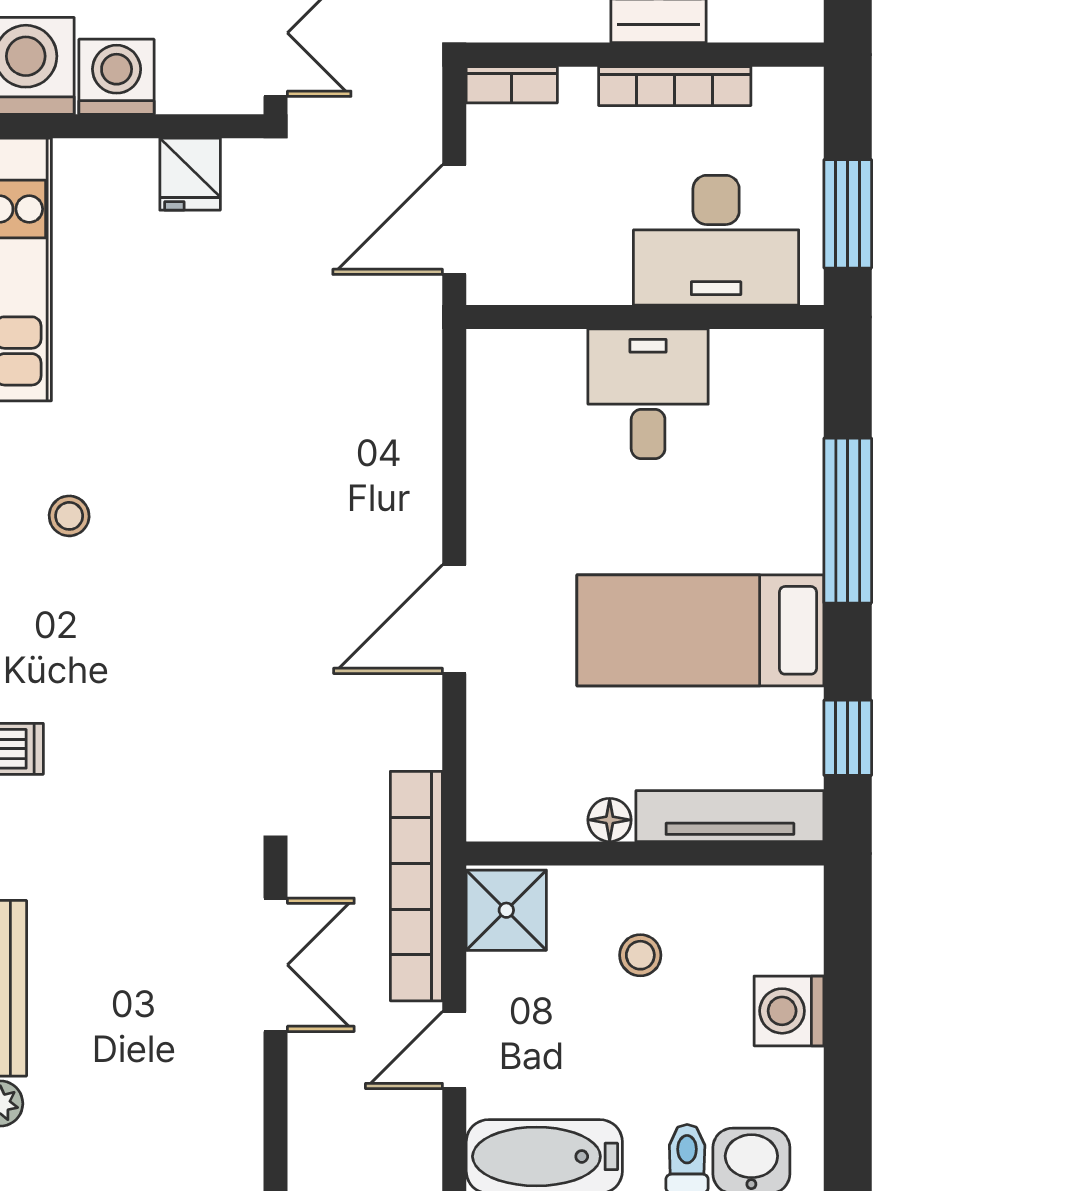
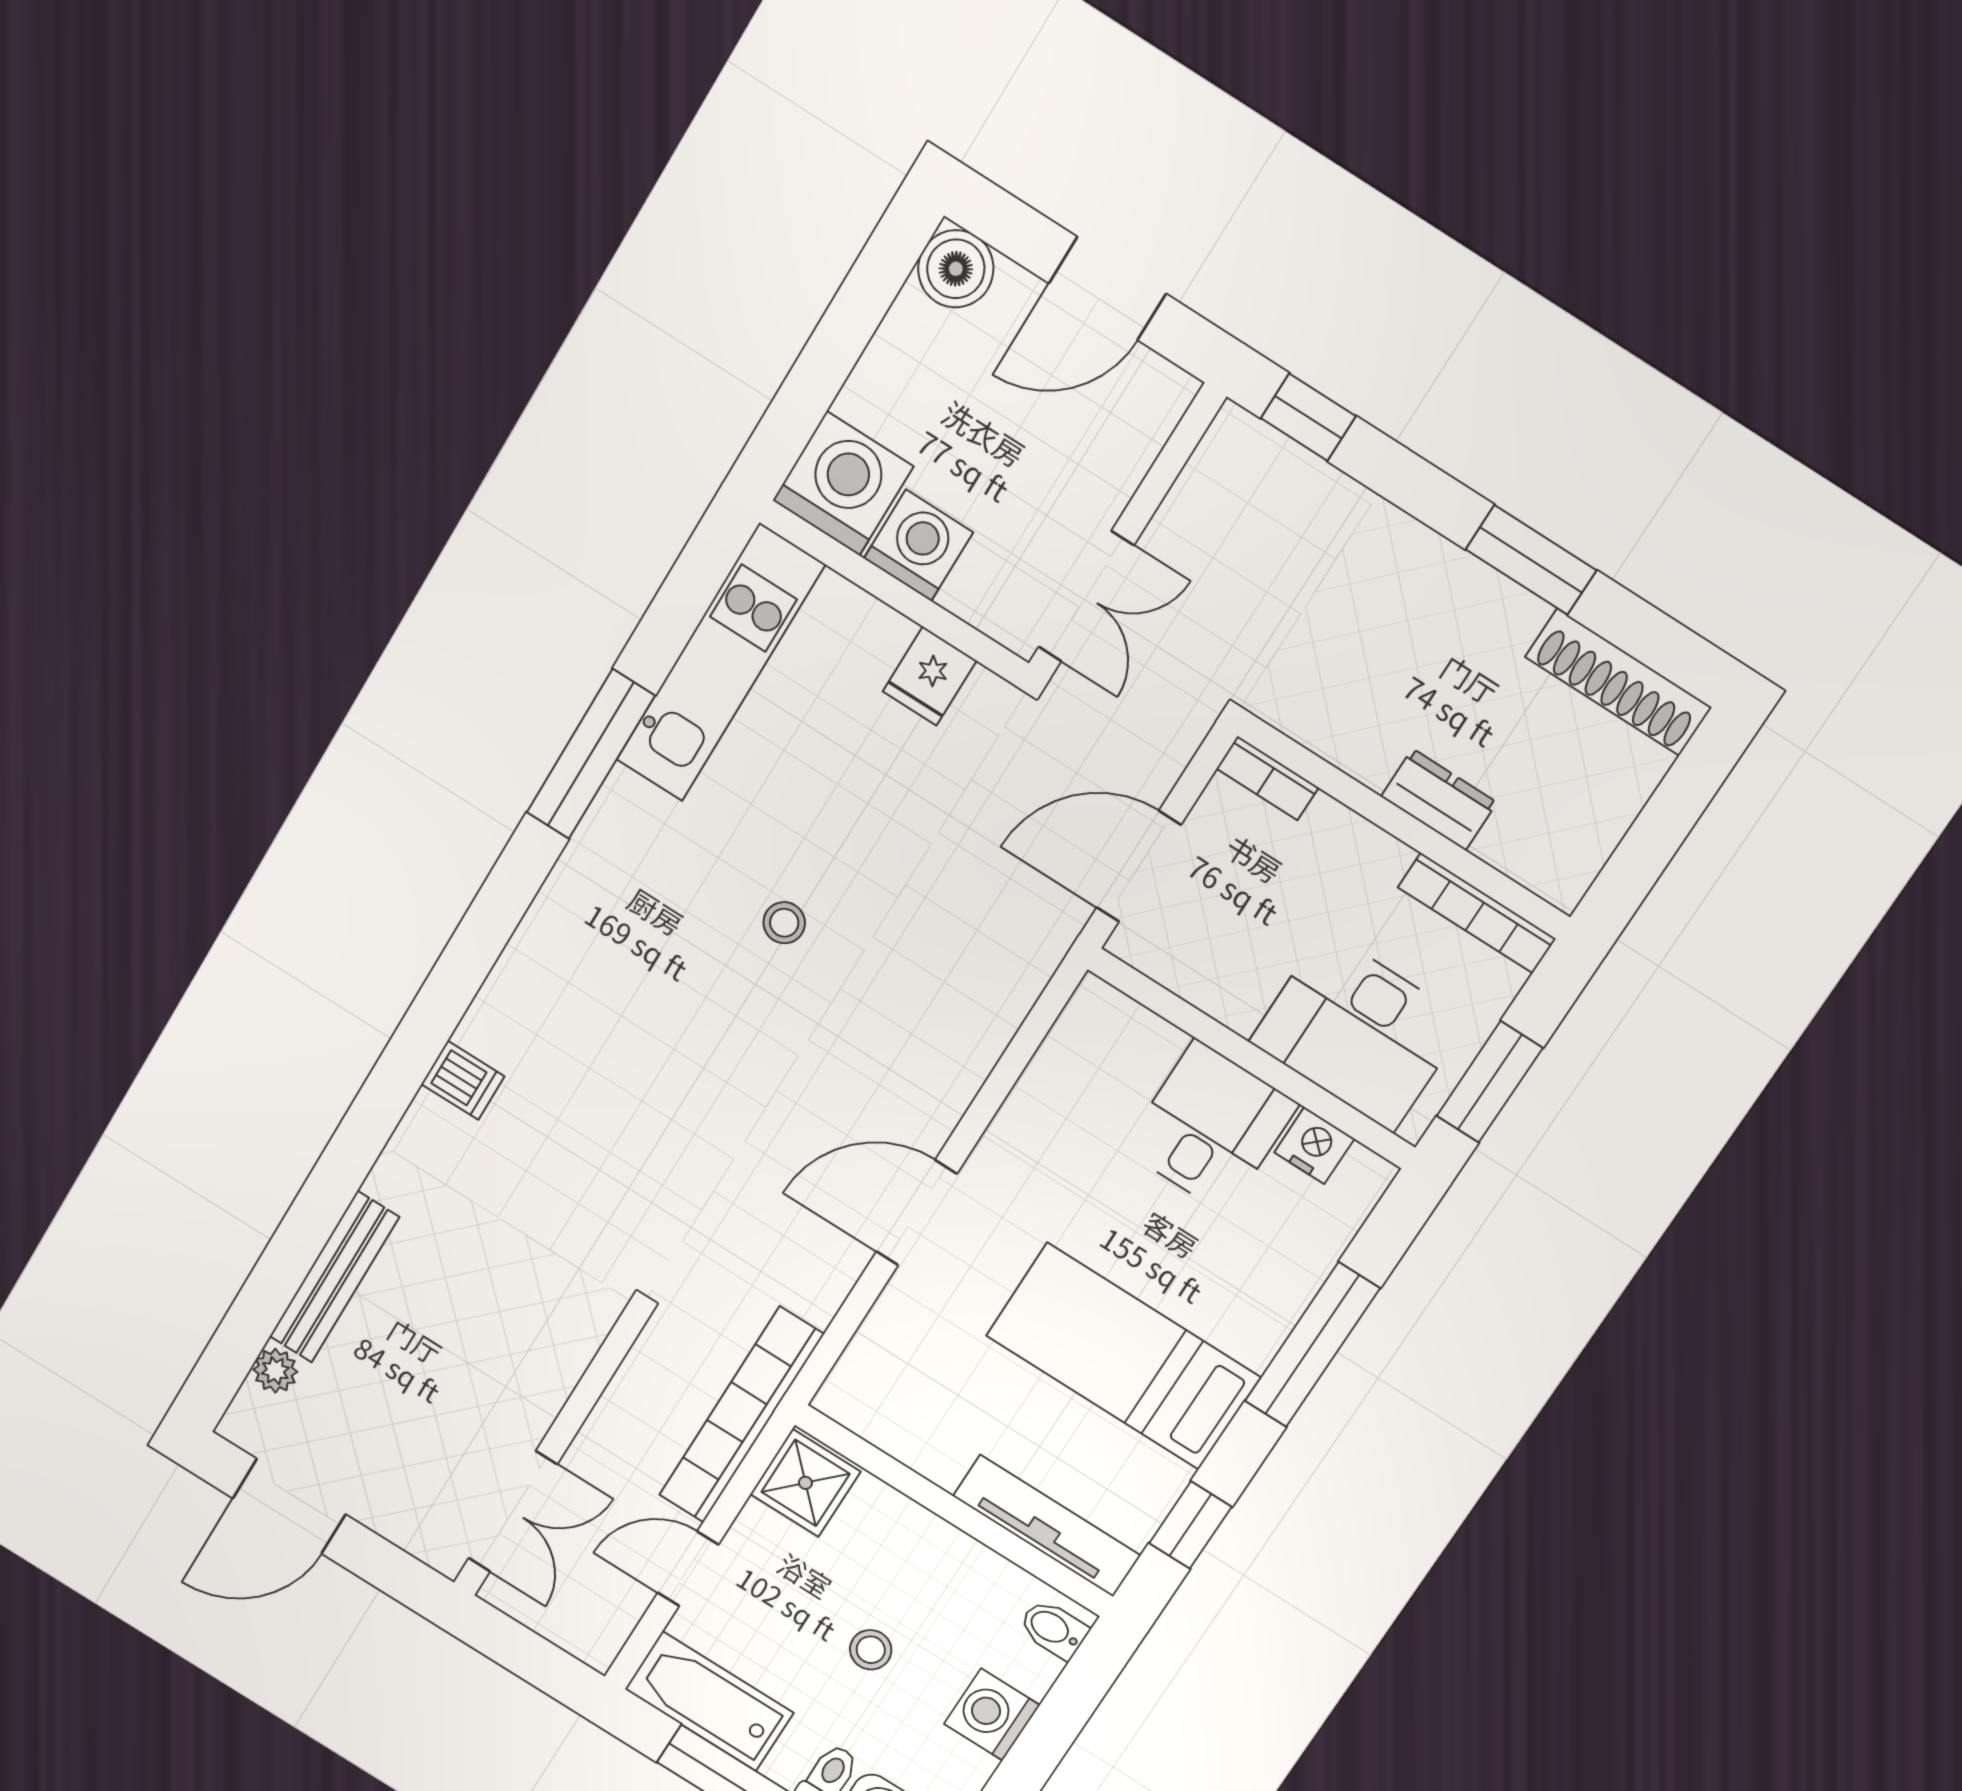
bookcase: (675, 86) -> (1477, 913), moved
nightstand: (742, 355) -> (1314, 1145), added
stool: (69, 516) -> (784, 923), moved
floor lamp: (610, 820) -> (942, 1464), removed
bidet: (793, 902) -> (1053, 1629), added
stool: (640, 955) -> (871, 1650), moved
double door: (275, 965) -> (513, 1511), moved

